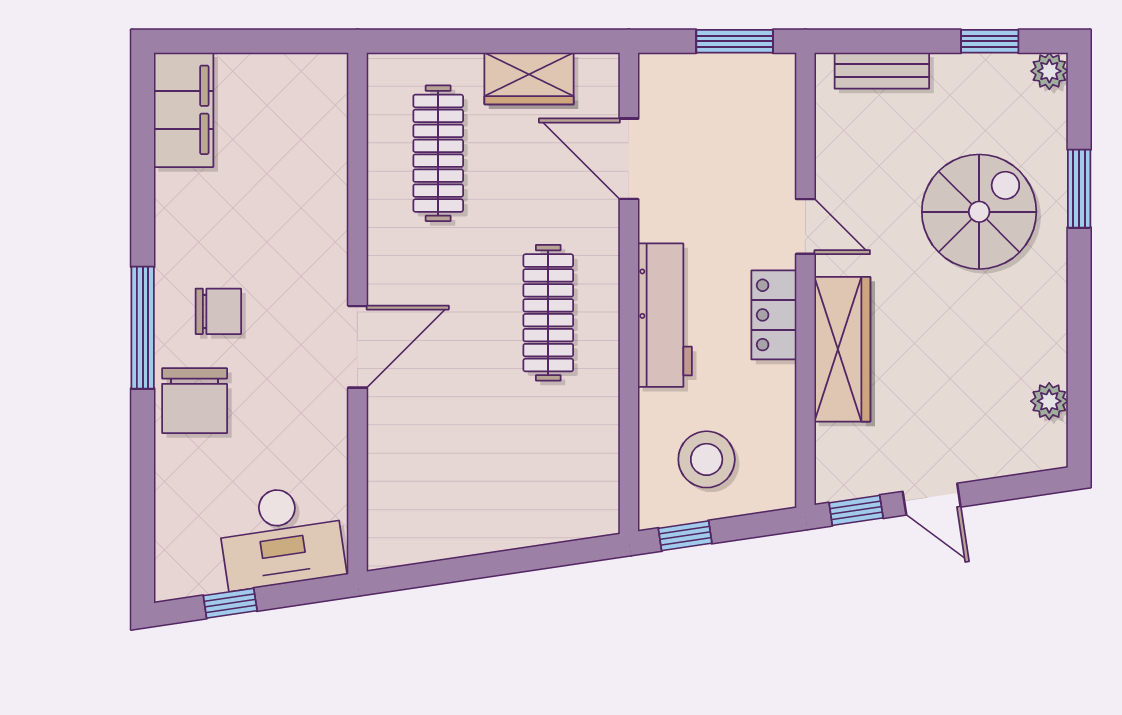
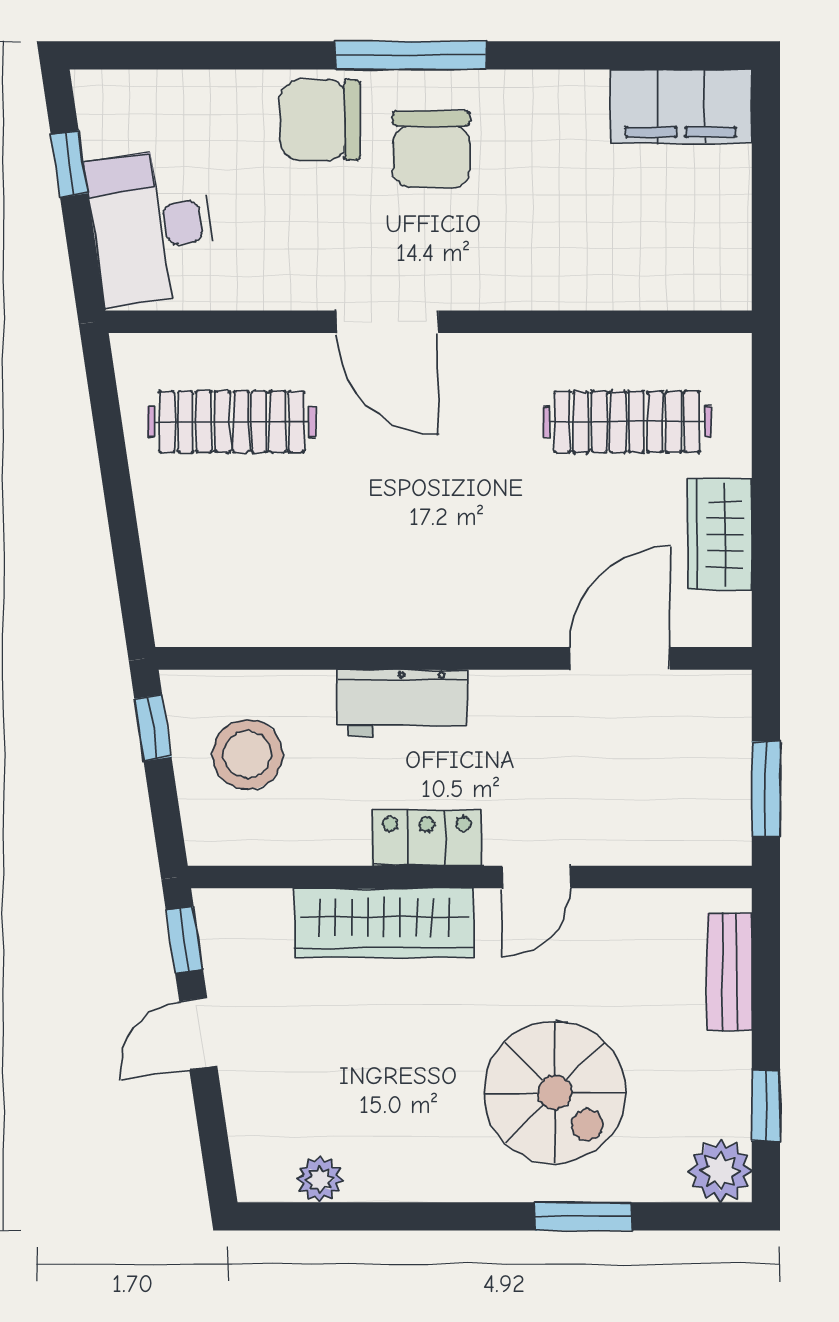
plant: (1049, 71) -> (720, 1171), width x1.38, depth x1.38
chair: (218, 311) -> (431, 149), width x1.37, depth x1.37
clothes rail: (548, 313) -> (232, 422), moved
workbench: (665, 315) -> (402, 703), width x0.73

